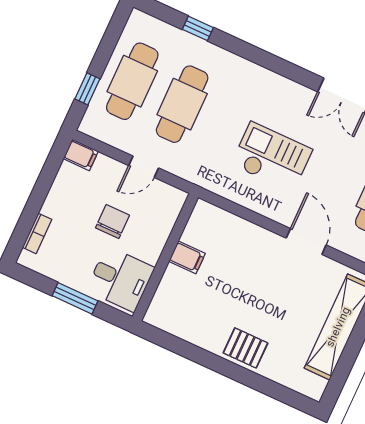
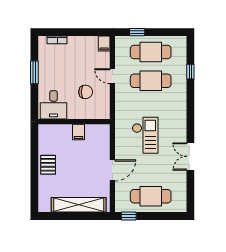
chair: (112, 222) -> (86, 92), moved
wall: (165, 257) -> (74, 122), moved
filing cabinet: (187, 257) -> (78, 132), moved
desk: (120, 279) -> (54, 105), moved

